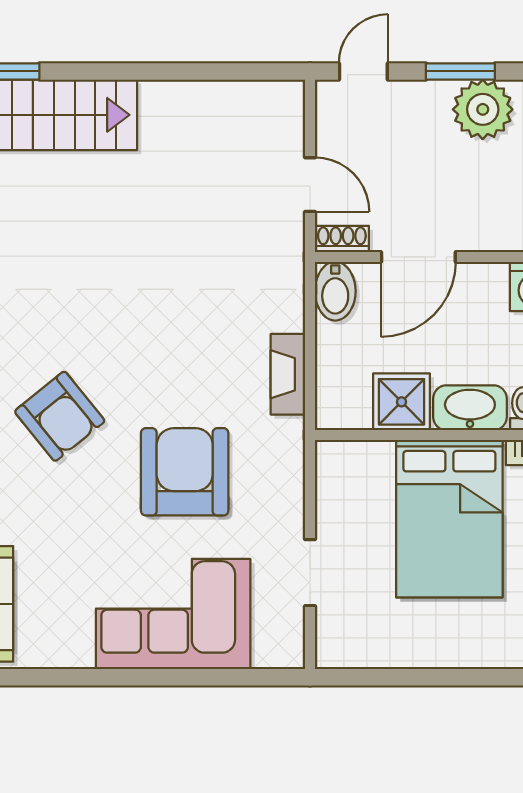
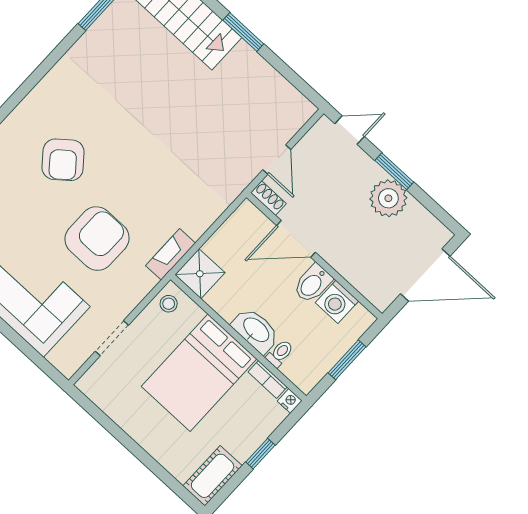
window: (133, 71) -> (243, 32), added
bidet: (335, 291) -> (313, 284), moved
fireplace: (288, 374) -> (170, 254), moved
shower: (402, 402) -> (200, 274), moved
stool: (339, 471) -> (169, 304), added

